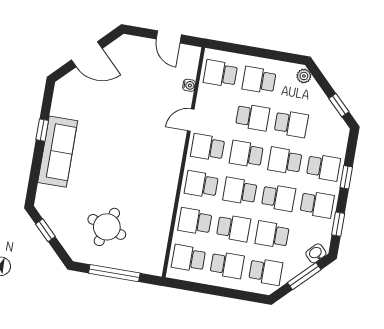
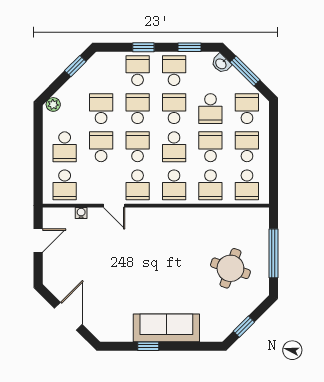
school desk: (246, 154) -> (138, 147), turned 180
school desk: (285, 161) -> (138, 109), turned 180

